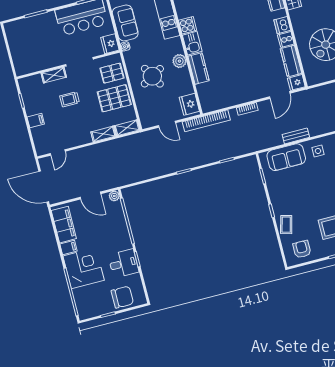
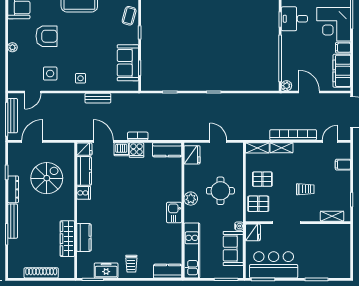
cooker: (188, 25) -> (136, 150), moved, turned -90
dishwasher: (282, 25) -> (121, 149), moved, turned 90
kitchen counter: (198, 68) -> (167, 150), moved, turned -90
shelving: (54, 75) -> (332, 216), moved
round table: (152, 76) -> (220, 191), turned 30
door: (280, 95) -> (103, 141), hinge flipped
pallet: (114, 98) -> (262, 179), width x0.67, depth x0.71
filing cabinet: (36, 121) -> (343, 165), moved
bookcase: (206, 121) -> (293, 135), moved
sofa: (286, 157) -> (128, 63), moved, turned -90

